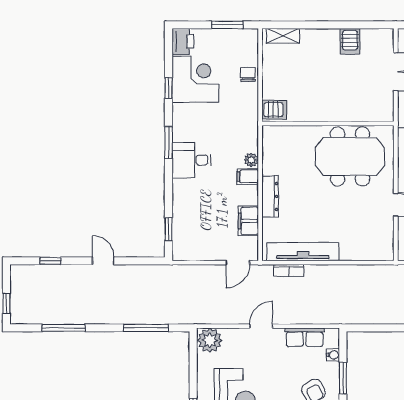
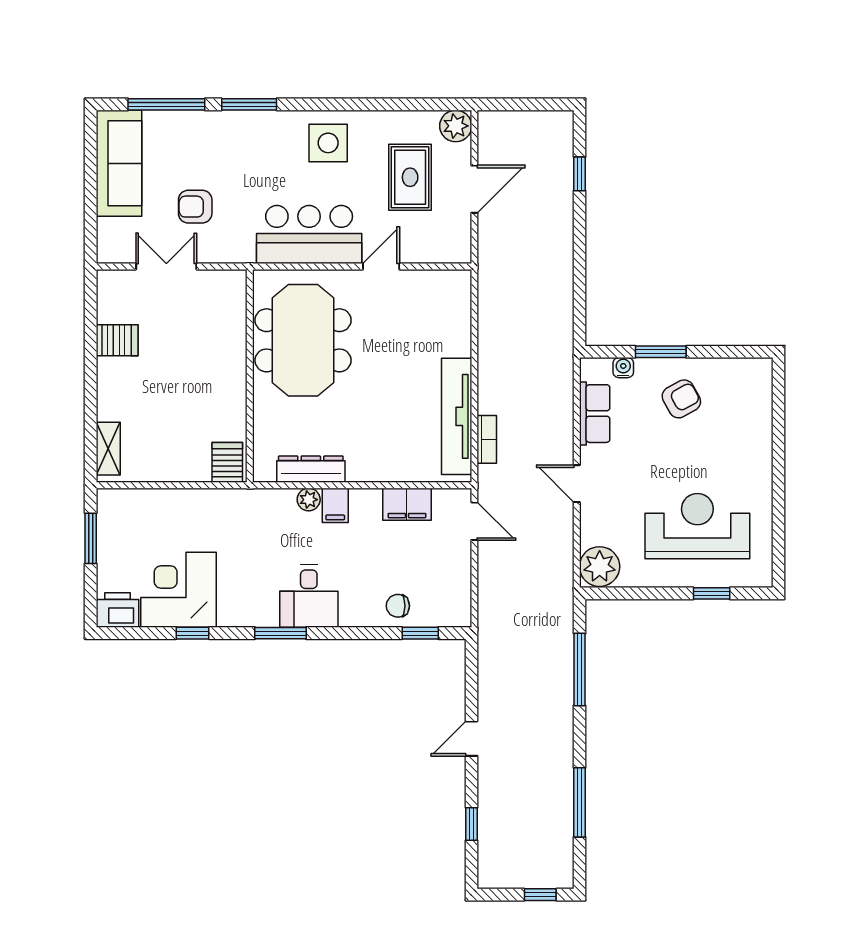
chair: (248, 74) -> (398, 606), moved
dresser: (270, 196) -> (311, 469), moved

